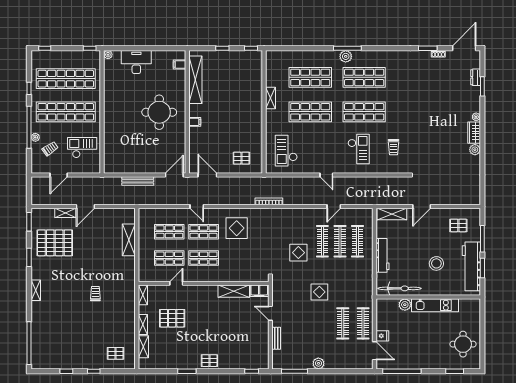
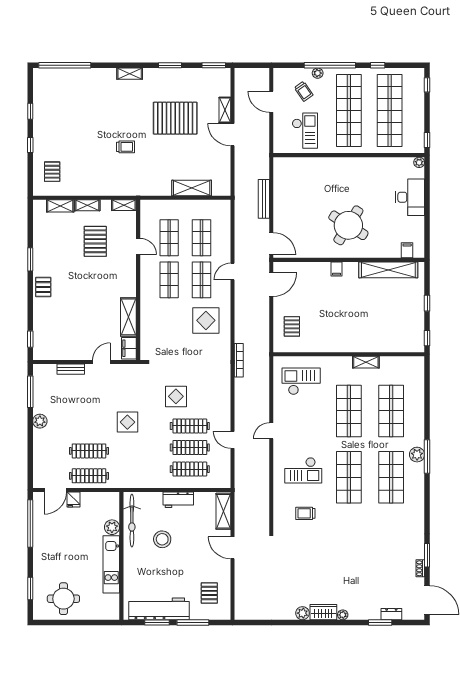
round table: (159, 112) -> (348, 225), turned 32
pallet: (55, 243) -> (175, 118), moved, turned 90
workbench: (382, 255) -> (178, 500), width x0.73
stool: (436, 263) -> (162, 539), moved

